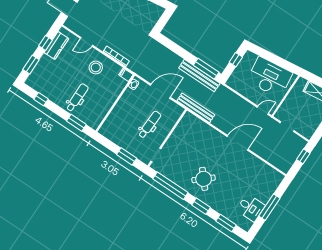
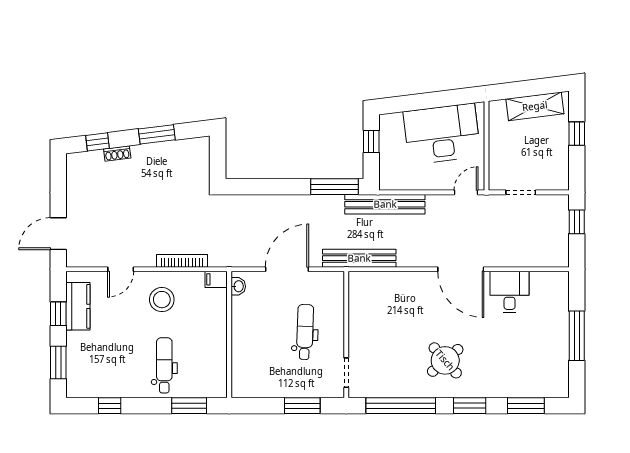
bench: (199, 76) -> (385, 204), moved
door: (238, 143) -> (461, 269), swing flipped
desk: (251, 208) -> (510, 292), moved, turned -90

